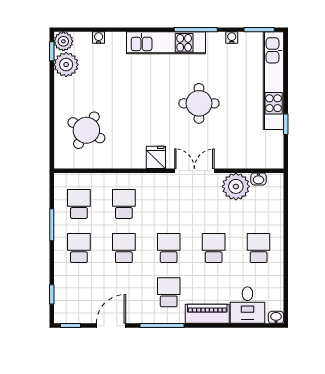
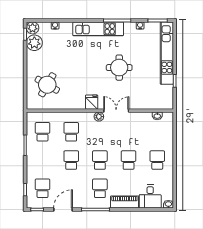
plant: (236, 186) -> (99, 117), moved, width x0.53, depth x0.53
school desk: (79, 248) -> (42, 188), moved

